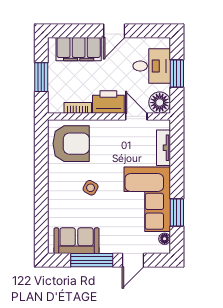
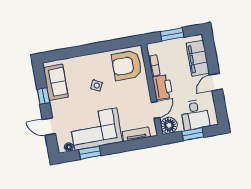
door: (114, 31) -> (216, 82), hinge flipped
armchair: (71, 144) -> (127, 65), turned 90
window: (92, 260) -> (43, 96), width x0.46

